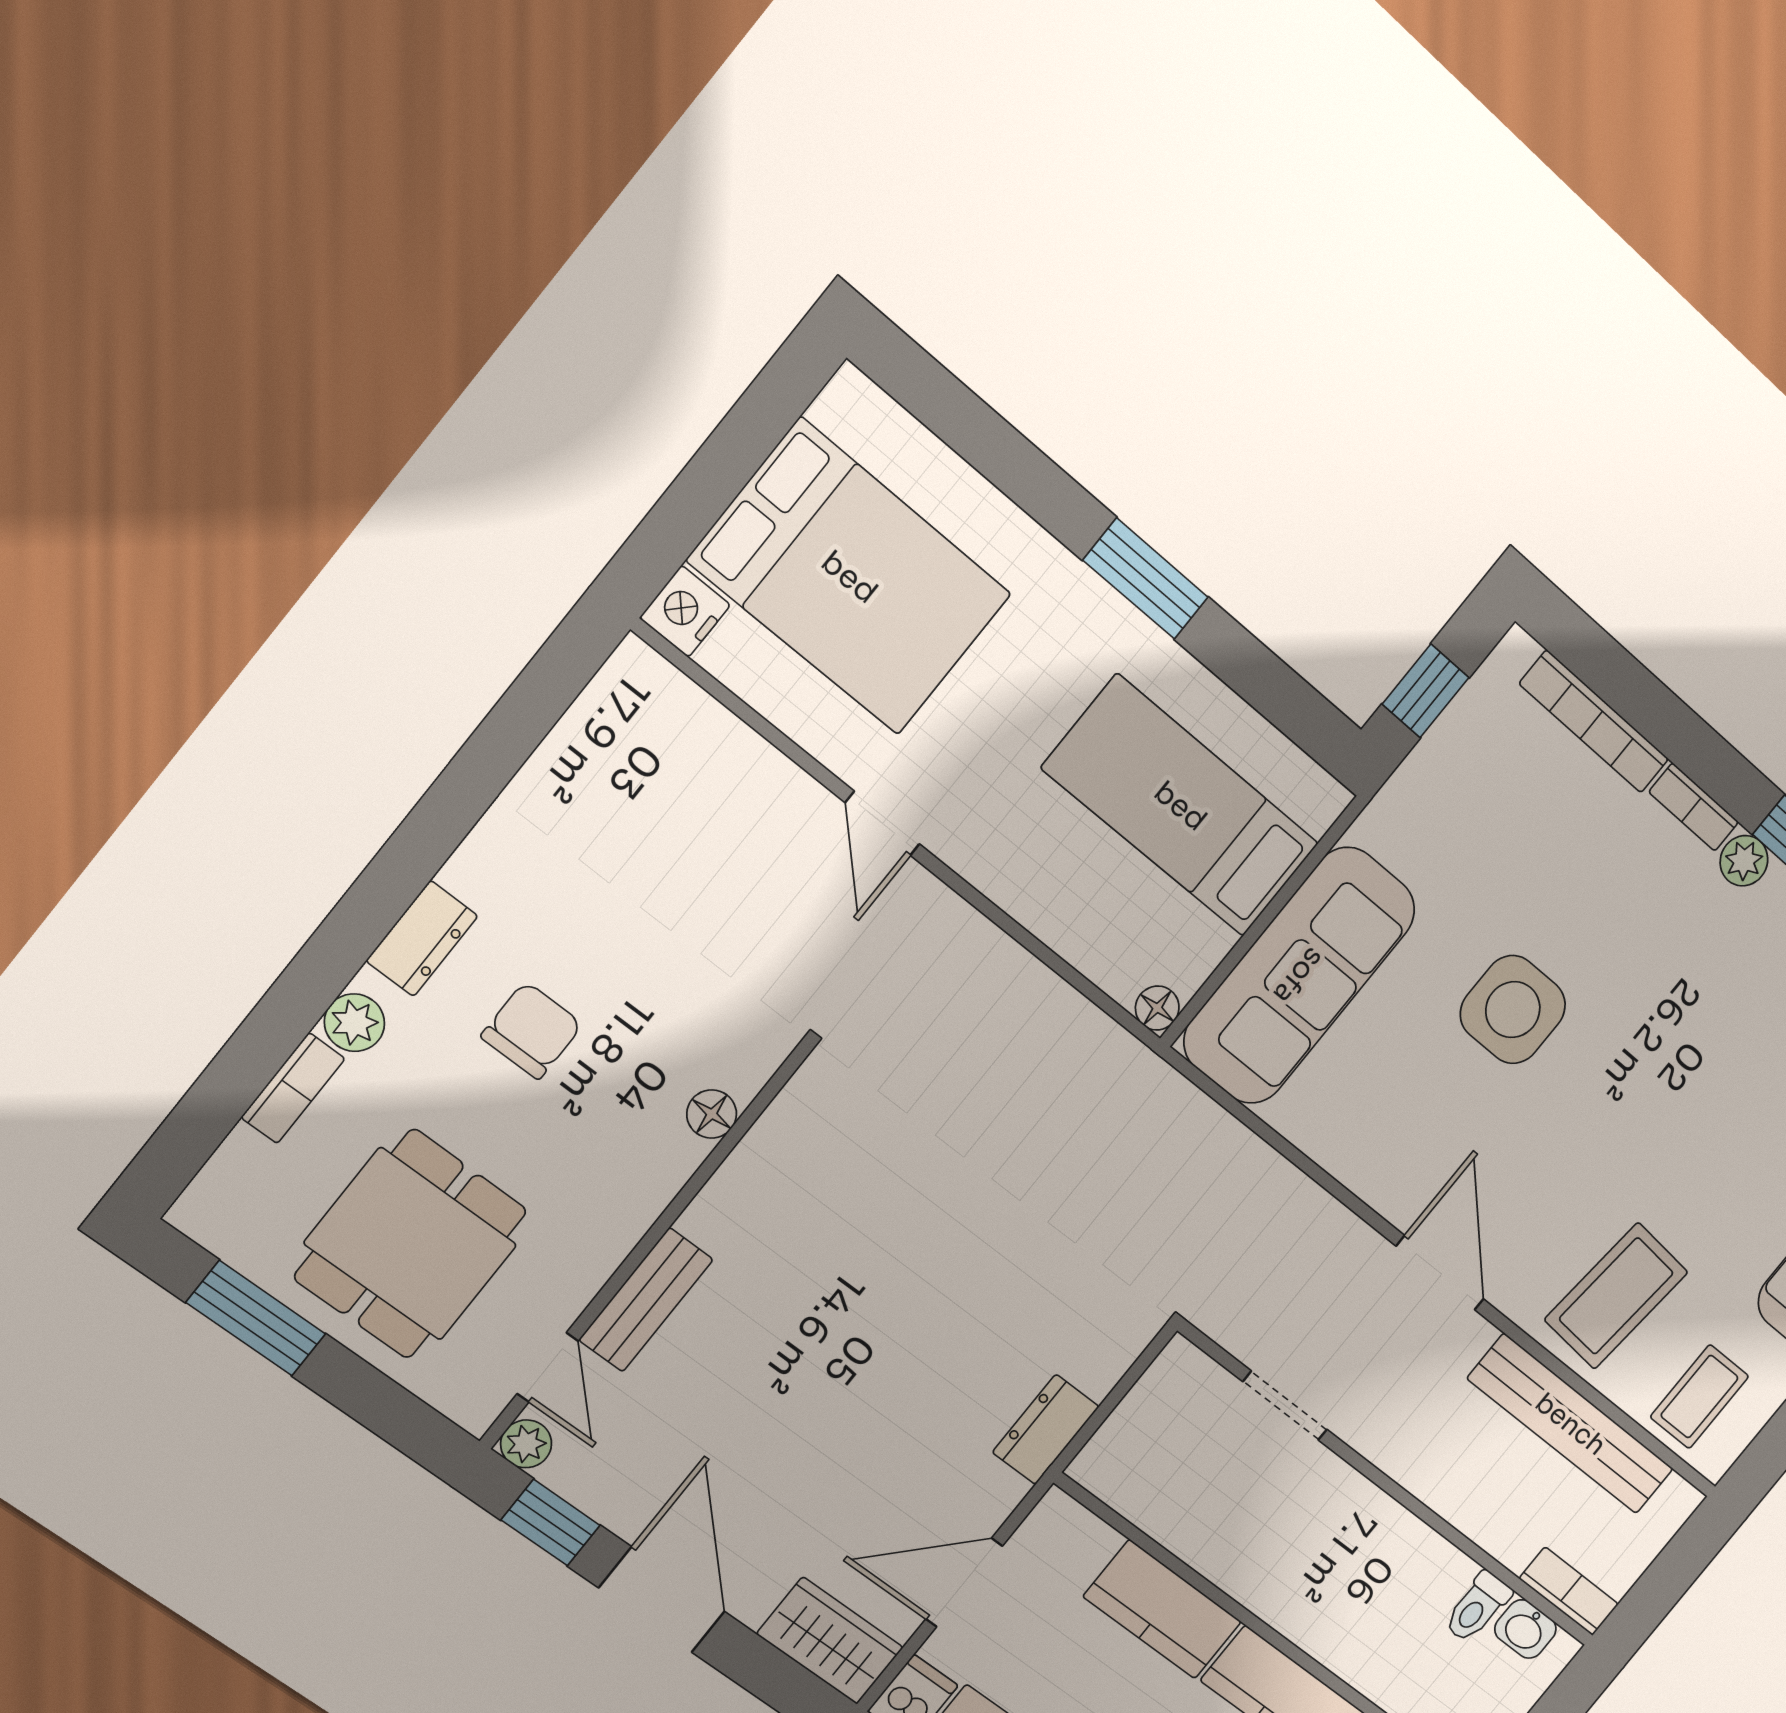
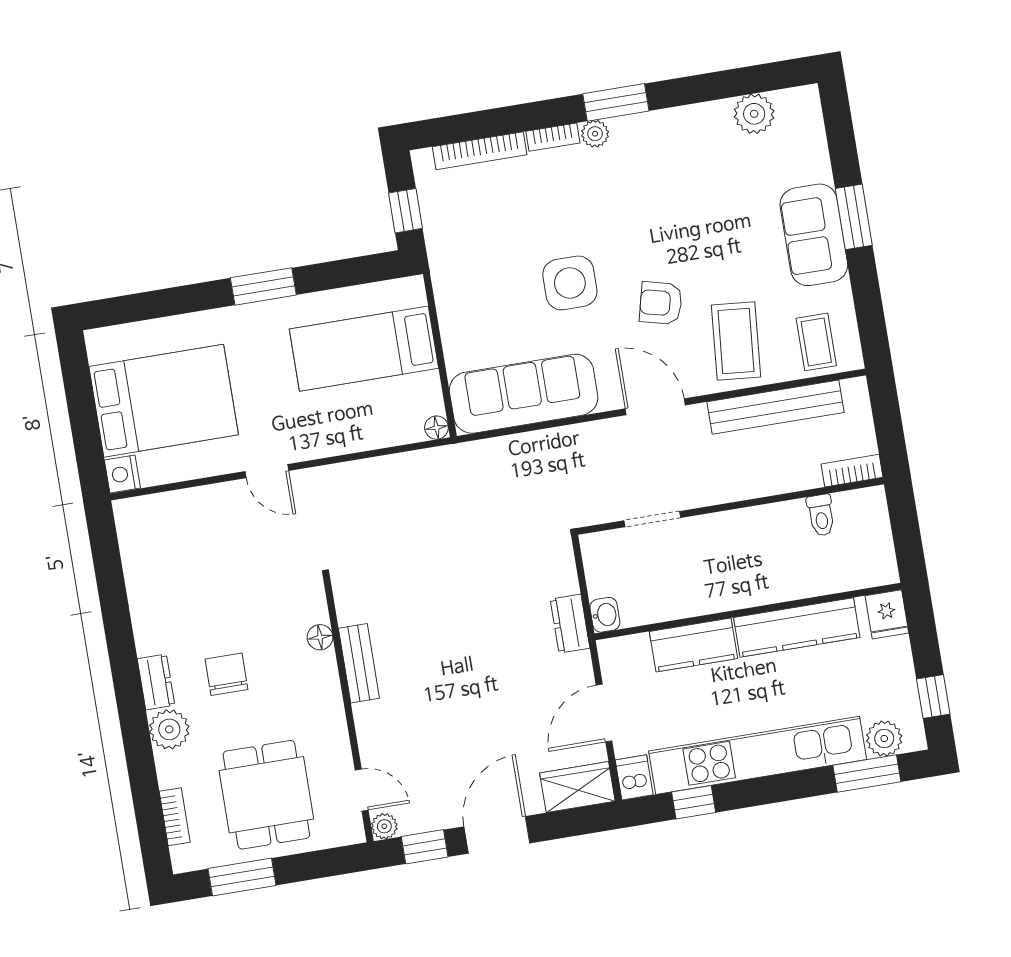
sofa: (1299, 976) -> (524, 394), moved, turned -90
plant: (354, 1023) -> (169, 729), width x1.38, depth x1.38
bookcase: (293, 1088) -> (175, 817), moved
armchair: (1586, 1154) -> (661, 303), added
bench: (646, 1300) -> (359, 663), moved
door: (662, 1600) -> (497, 835), hinge flipped
washbasin: (1525, 1629) -> (605, 615), moved, turned -90

